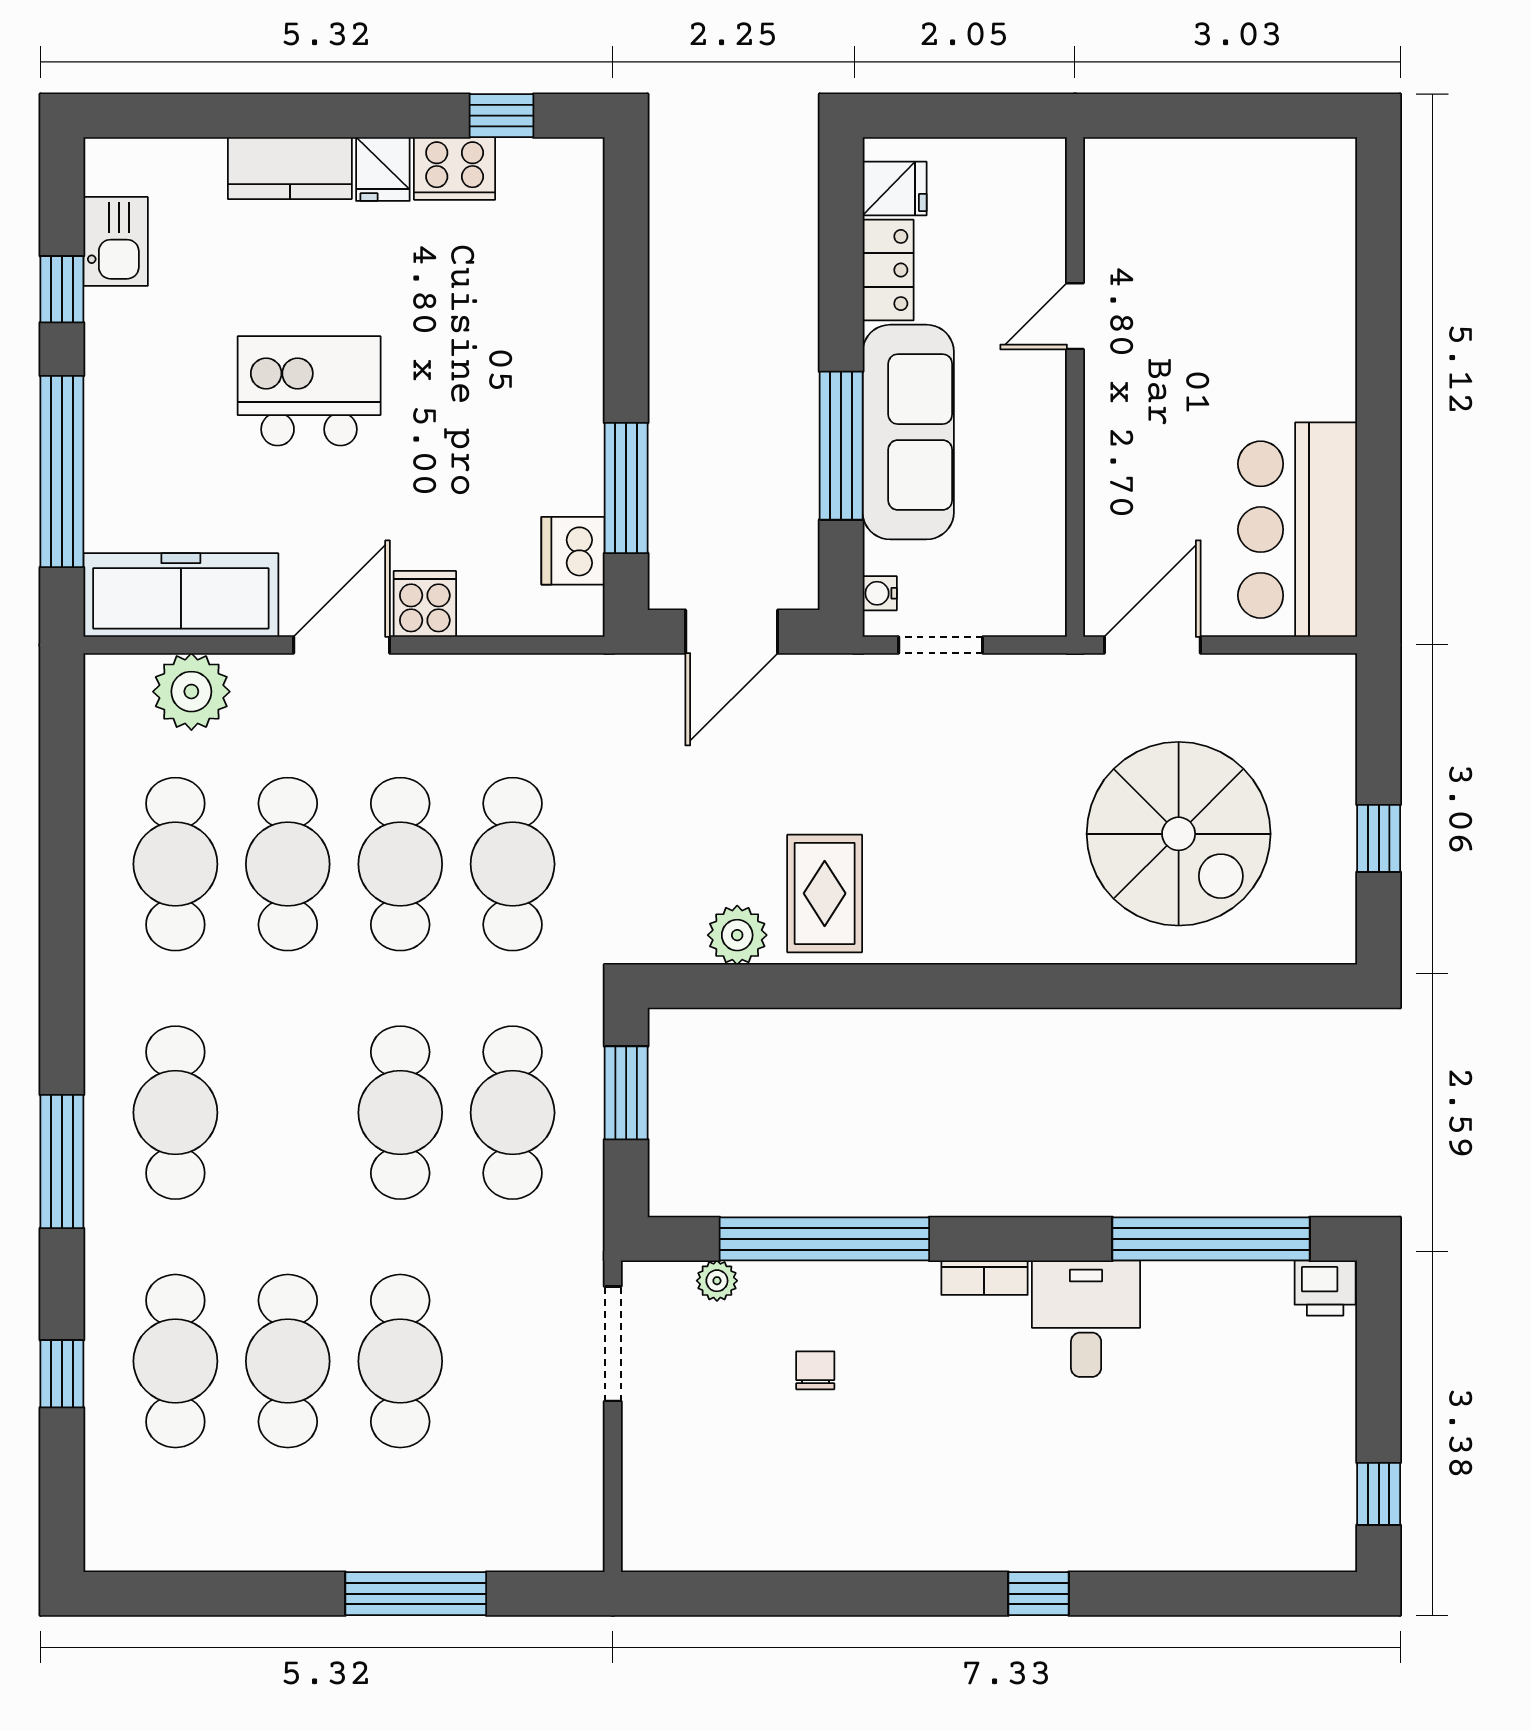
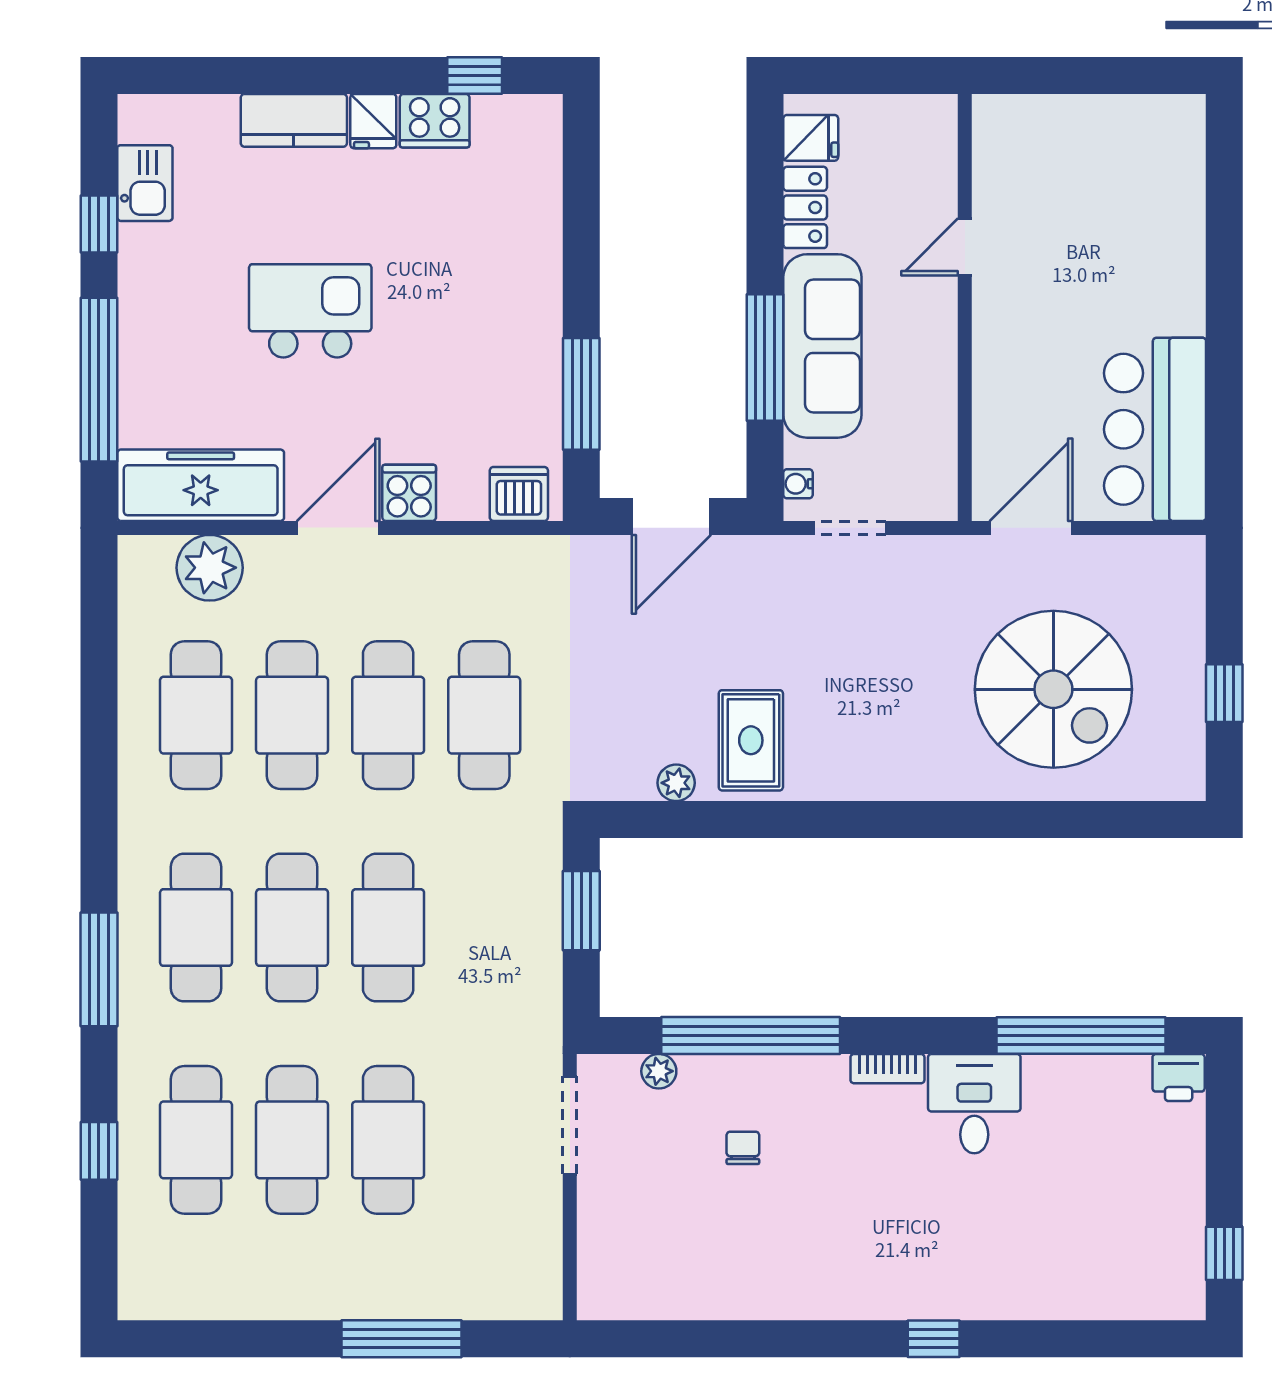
dishwasher: (573, 551) -> (519, 494), moved, turned 90
plant: (737, 935) -> (676, 783), width x0.73, depth x0.73
cafe table: (513, 1113) -> (292, 928), moved

